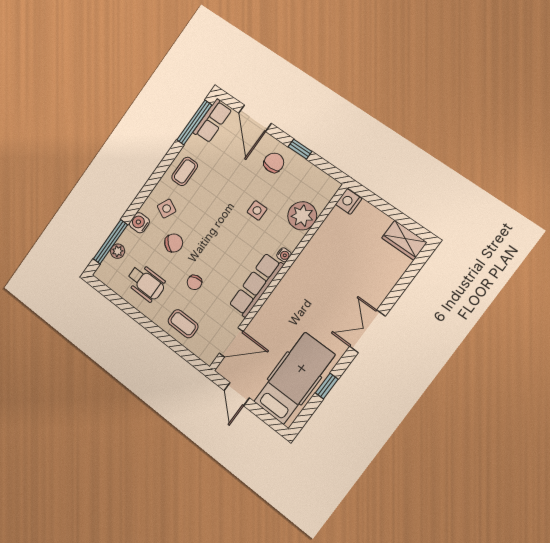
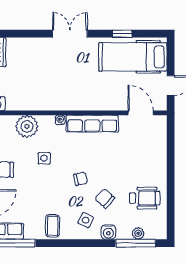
coffee table: (185, 171) -> (53, 226), turned 90
chair: (194, 282) -> (80, 179), moved
wheelchair: (146, 283) -> (145, 198), turned 90
coffee table: (183, 324) -> (152, 153), removed
double door: (367, 331) -> (70, 34), swing flipped

